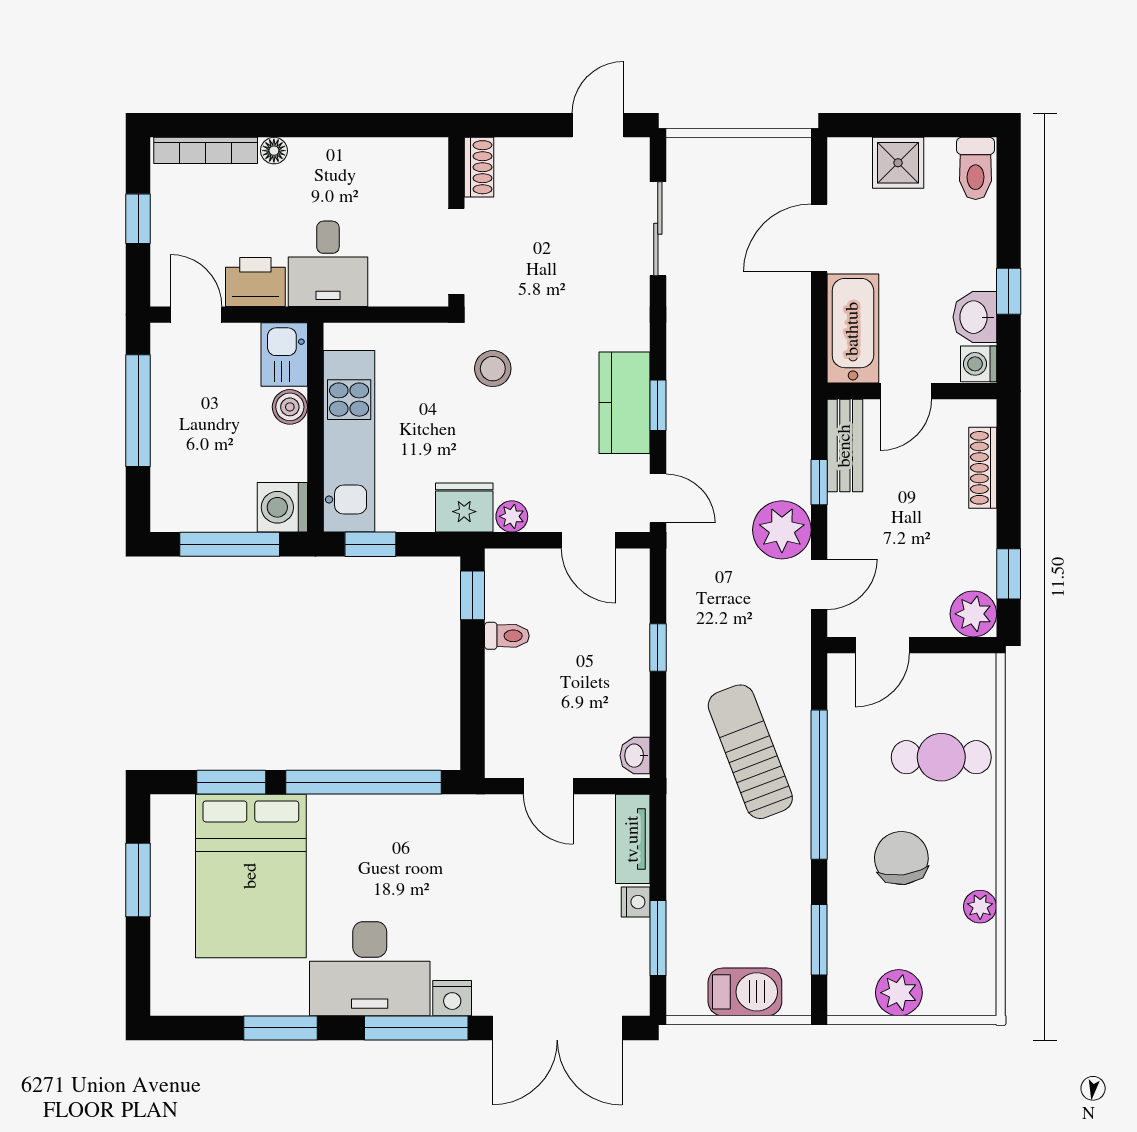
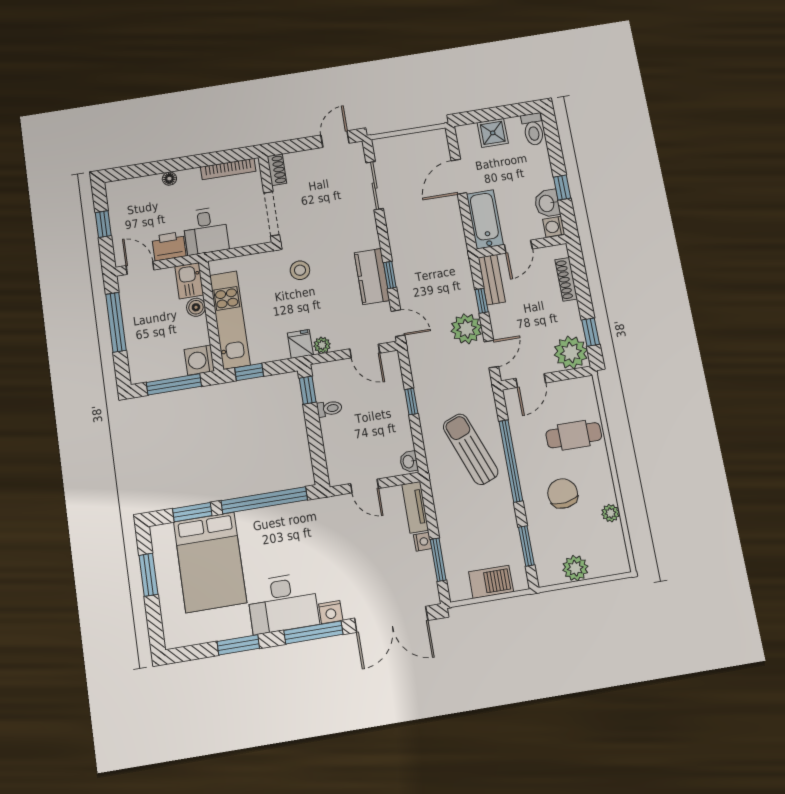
bookcase: (206, 150) -> (228, 169), moved
fridge: (464, 508) -> (300, 344), width x0.72
plant: (973, 614) -> (571, 352), width x1.36, depth x1.36

